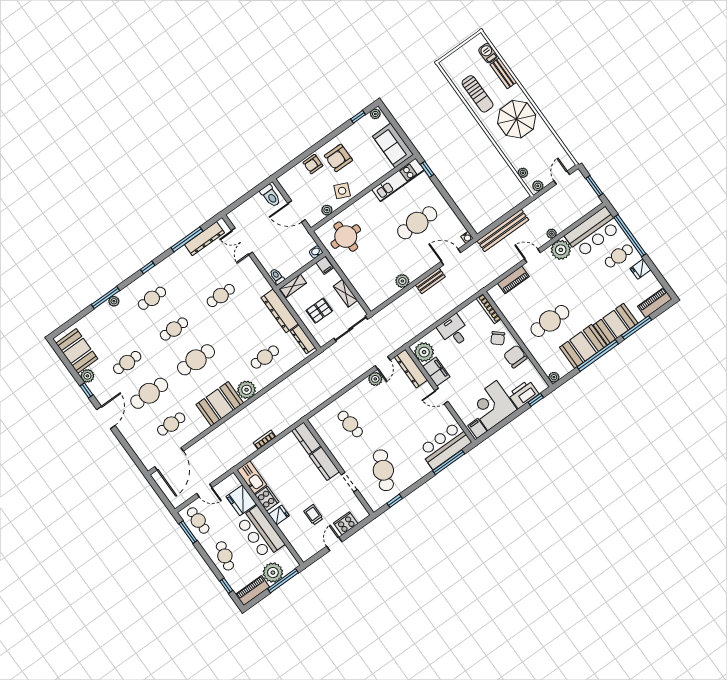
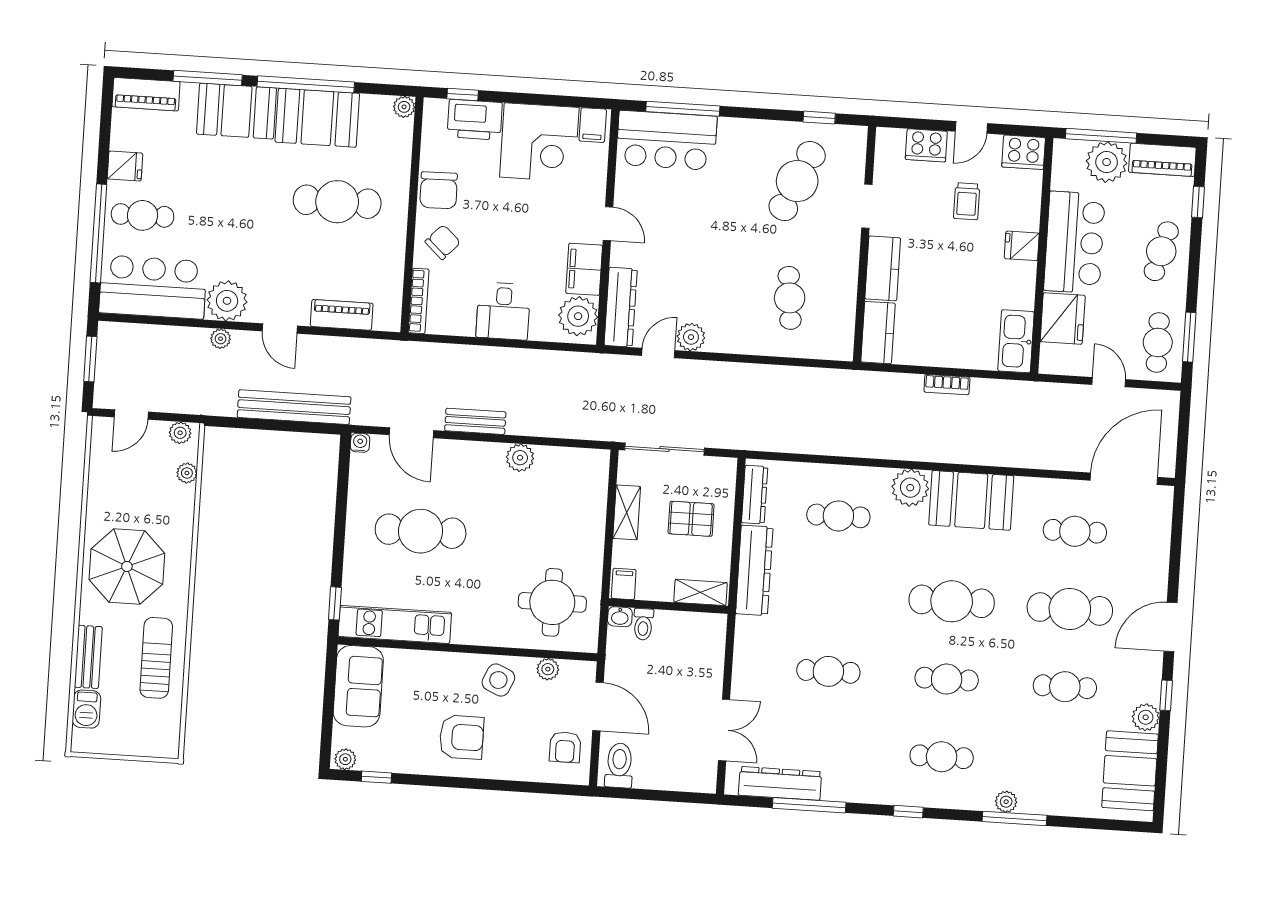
armchair: (313, 164) -> (565, 747), moved, turned 90
toilet: (277, 276) -> (643, 624), moved
cooker: (267, 499) -> (1024, 152), moved, turned -90

